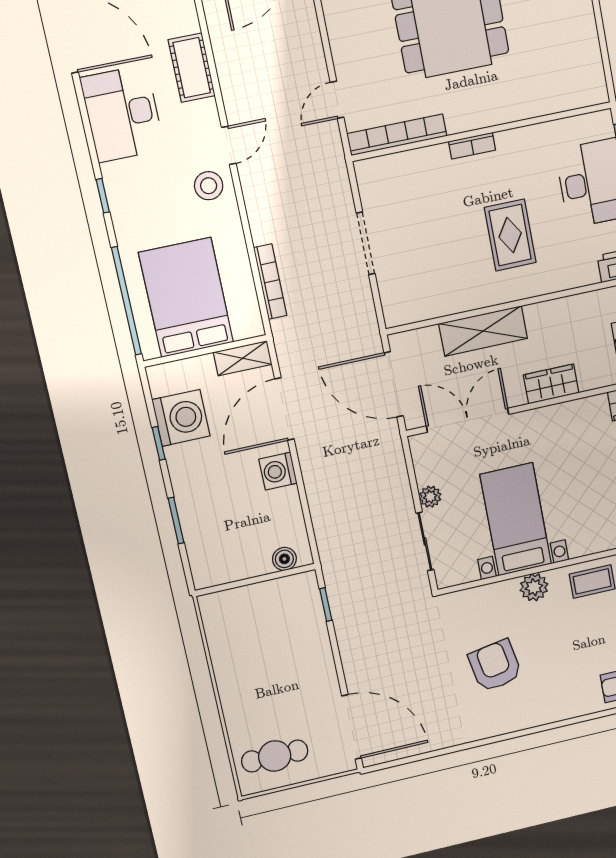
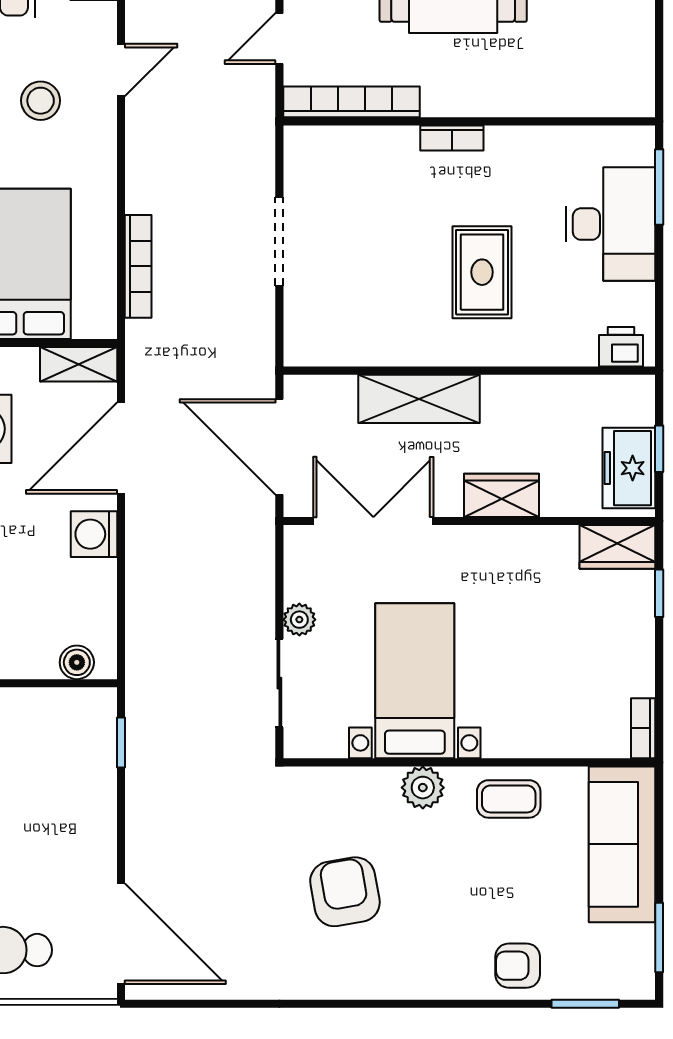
stool: (209, 186) -> (41, 101), moved

